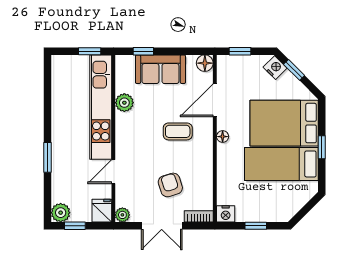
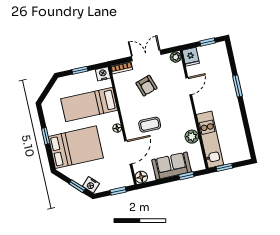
kitchen unit: (101, 107) -> (210, 140), width x0.73
bed: (281, 164) -> (89, 105), moved, turned 180
plant: (61, 213) -> (220, 49), removed

